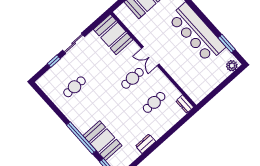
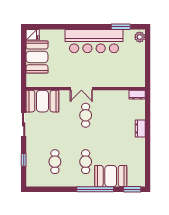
sliding door: (74, 43) -> (24, 124), moved
cafe table: (154, 102) -> (86, 162), moved
dresser: (146, 144) -> (140, 128), moved

